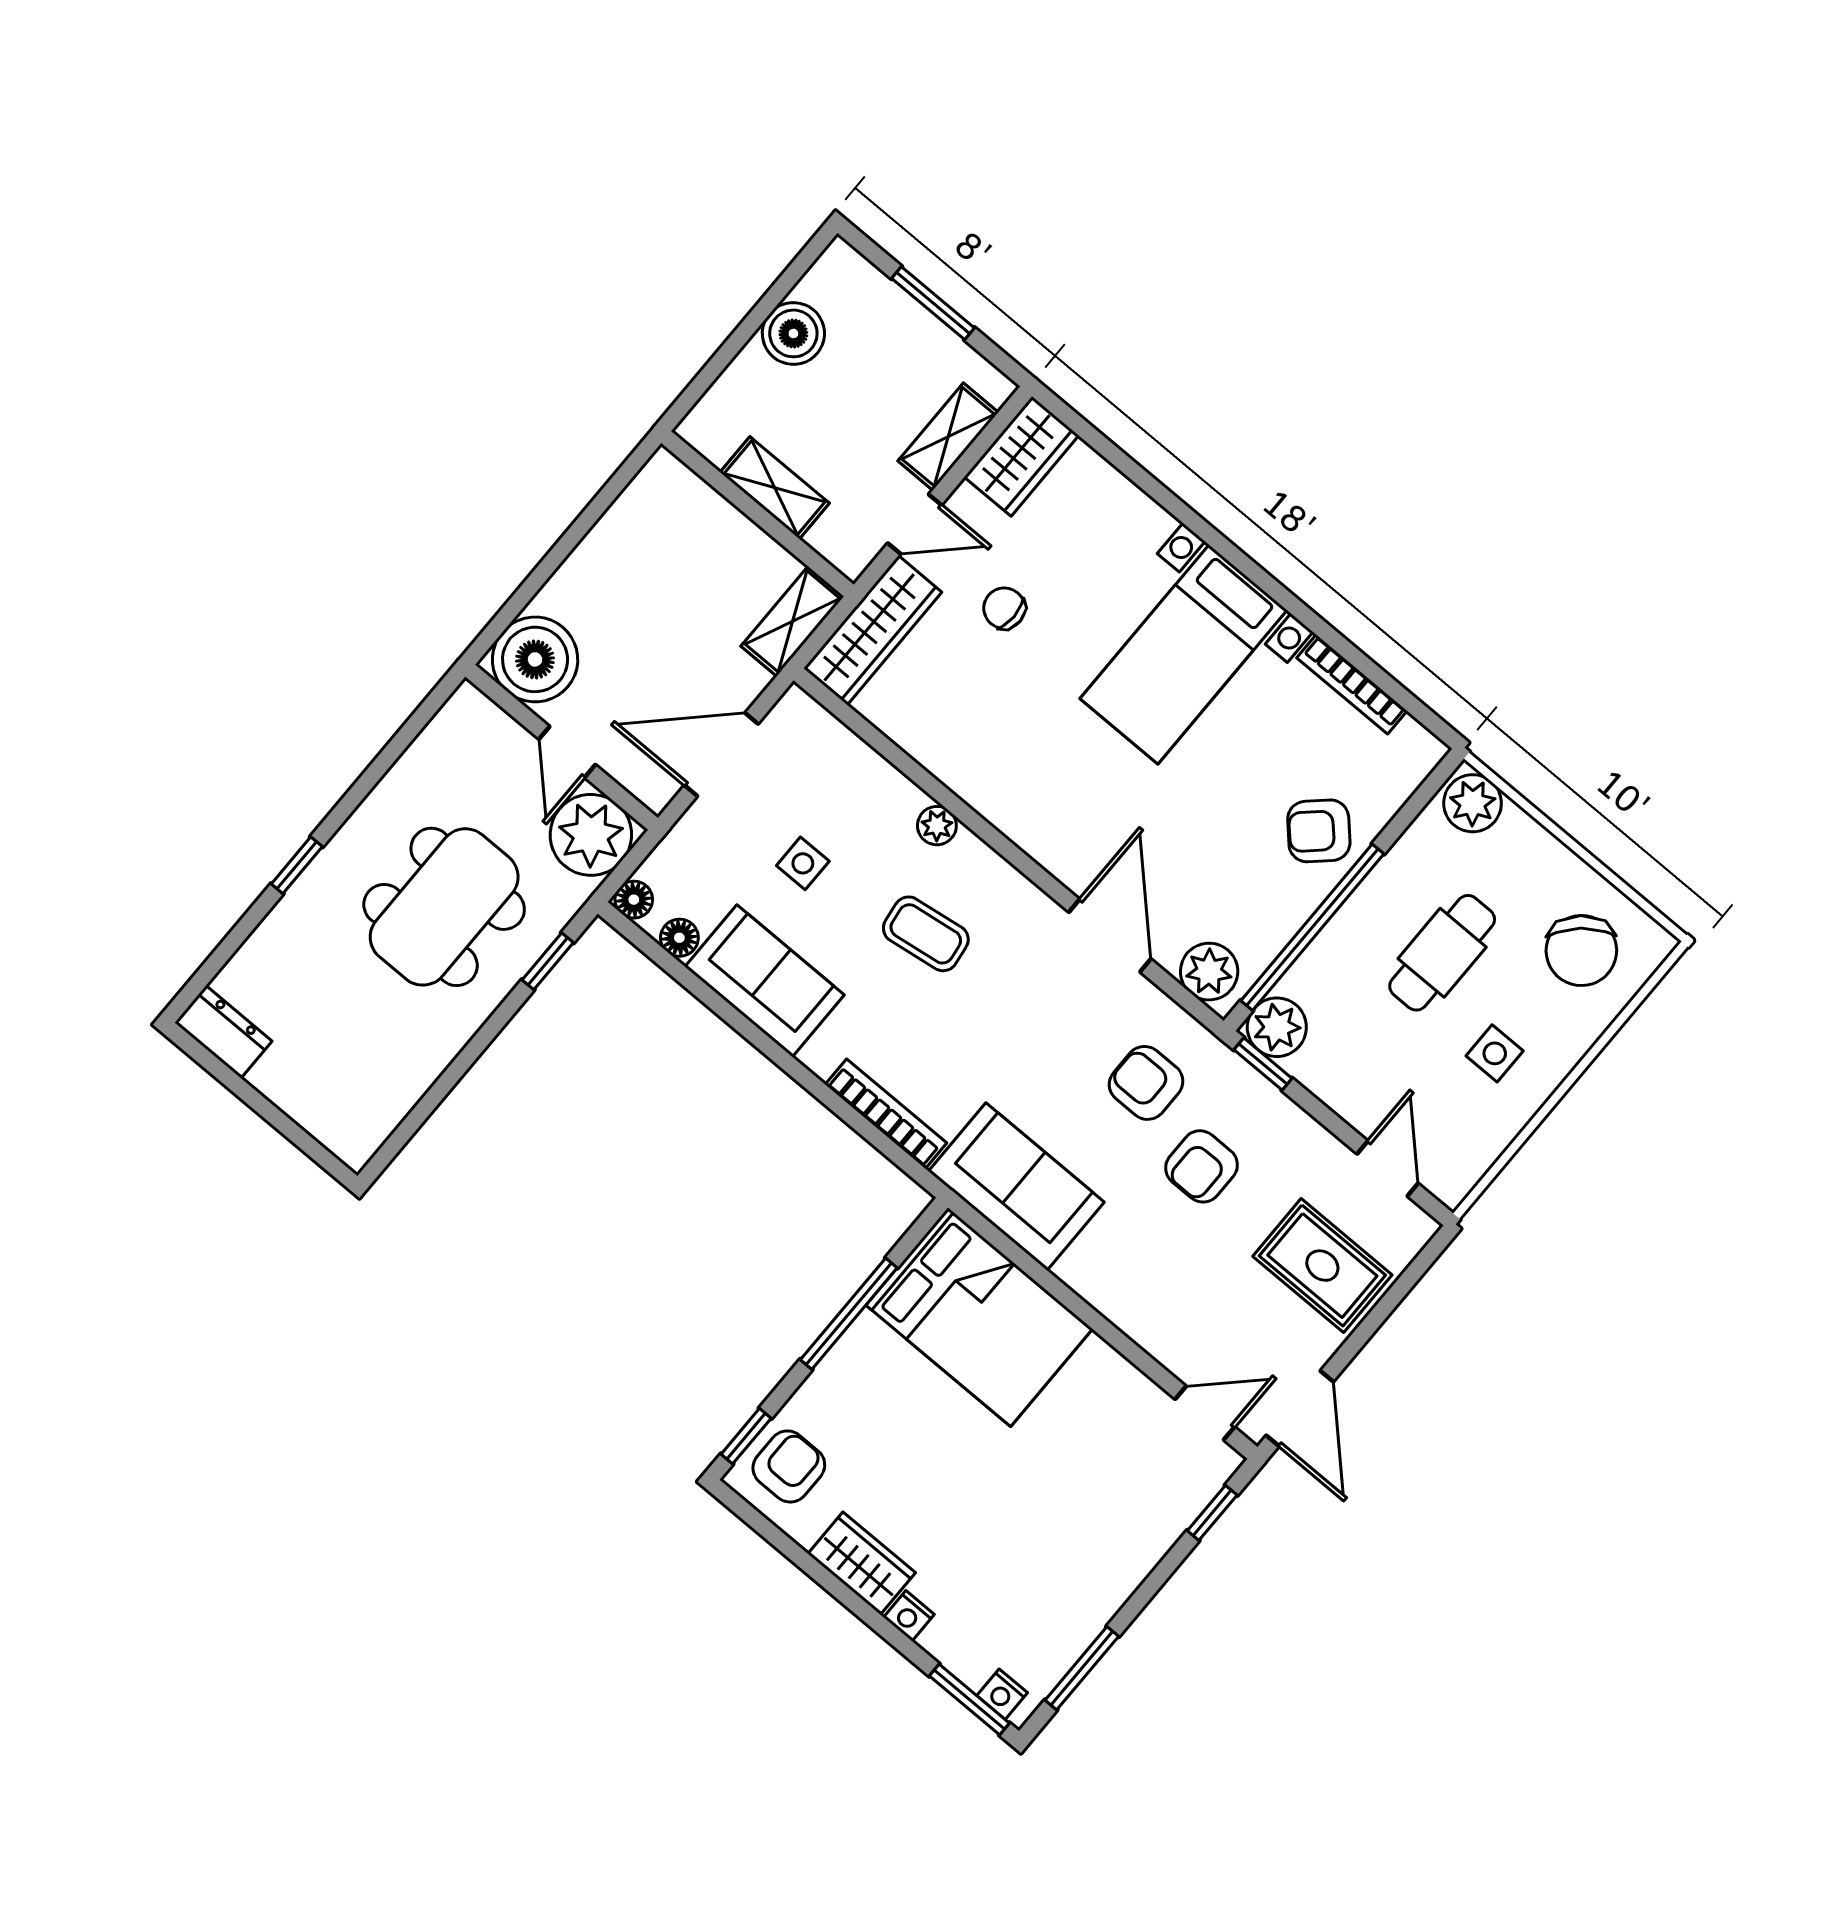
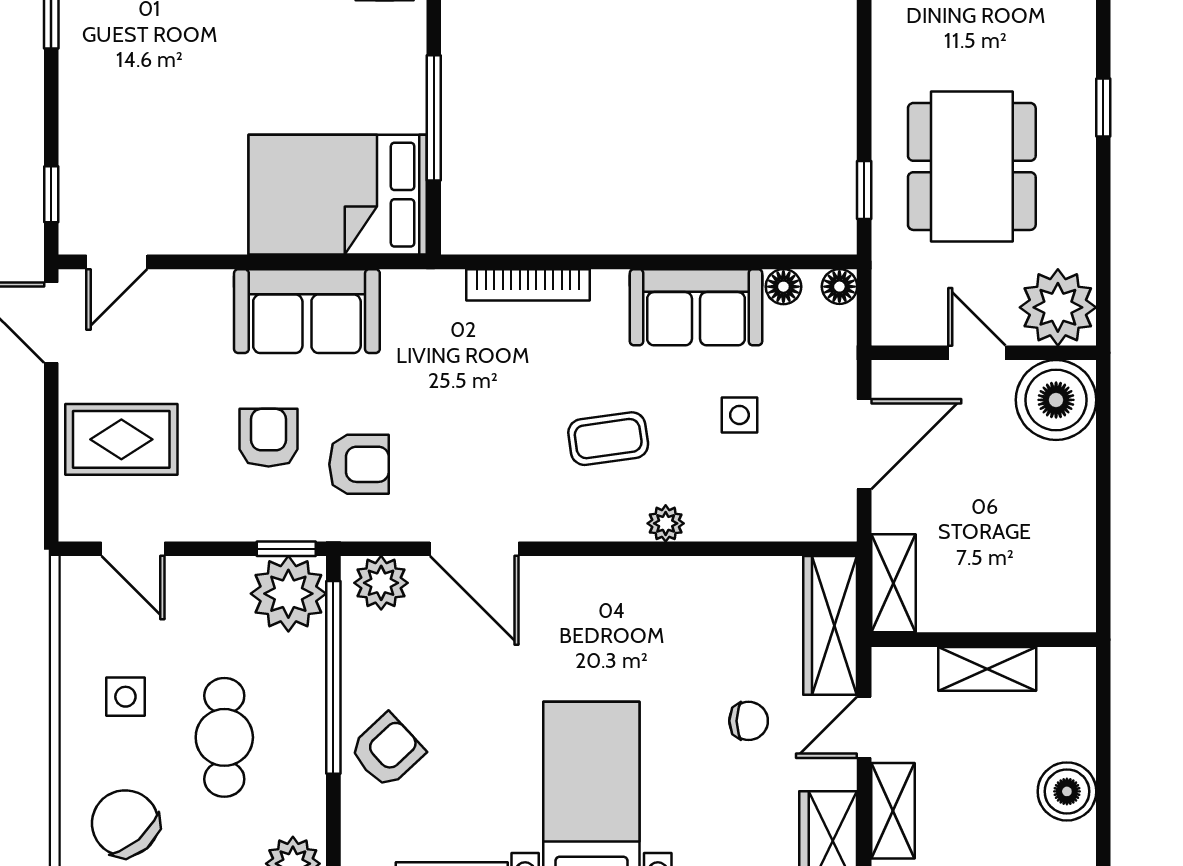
plant: (591, 835) -> (1058, 307), moved
plant: (1277, 1027) -> (288, 594), width x1.36, depth x1.36
sofa: (1016, 1187) -> (307, 311), moved

